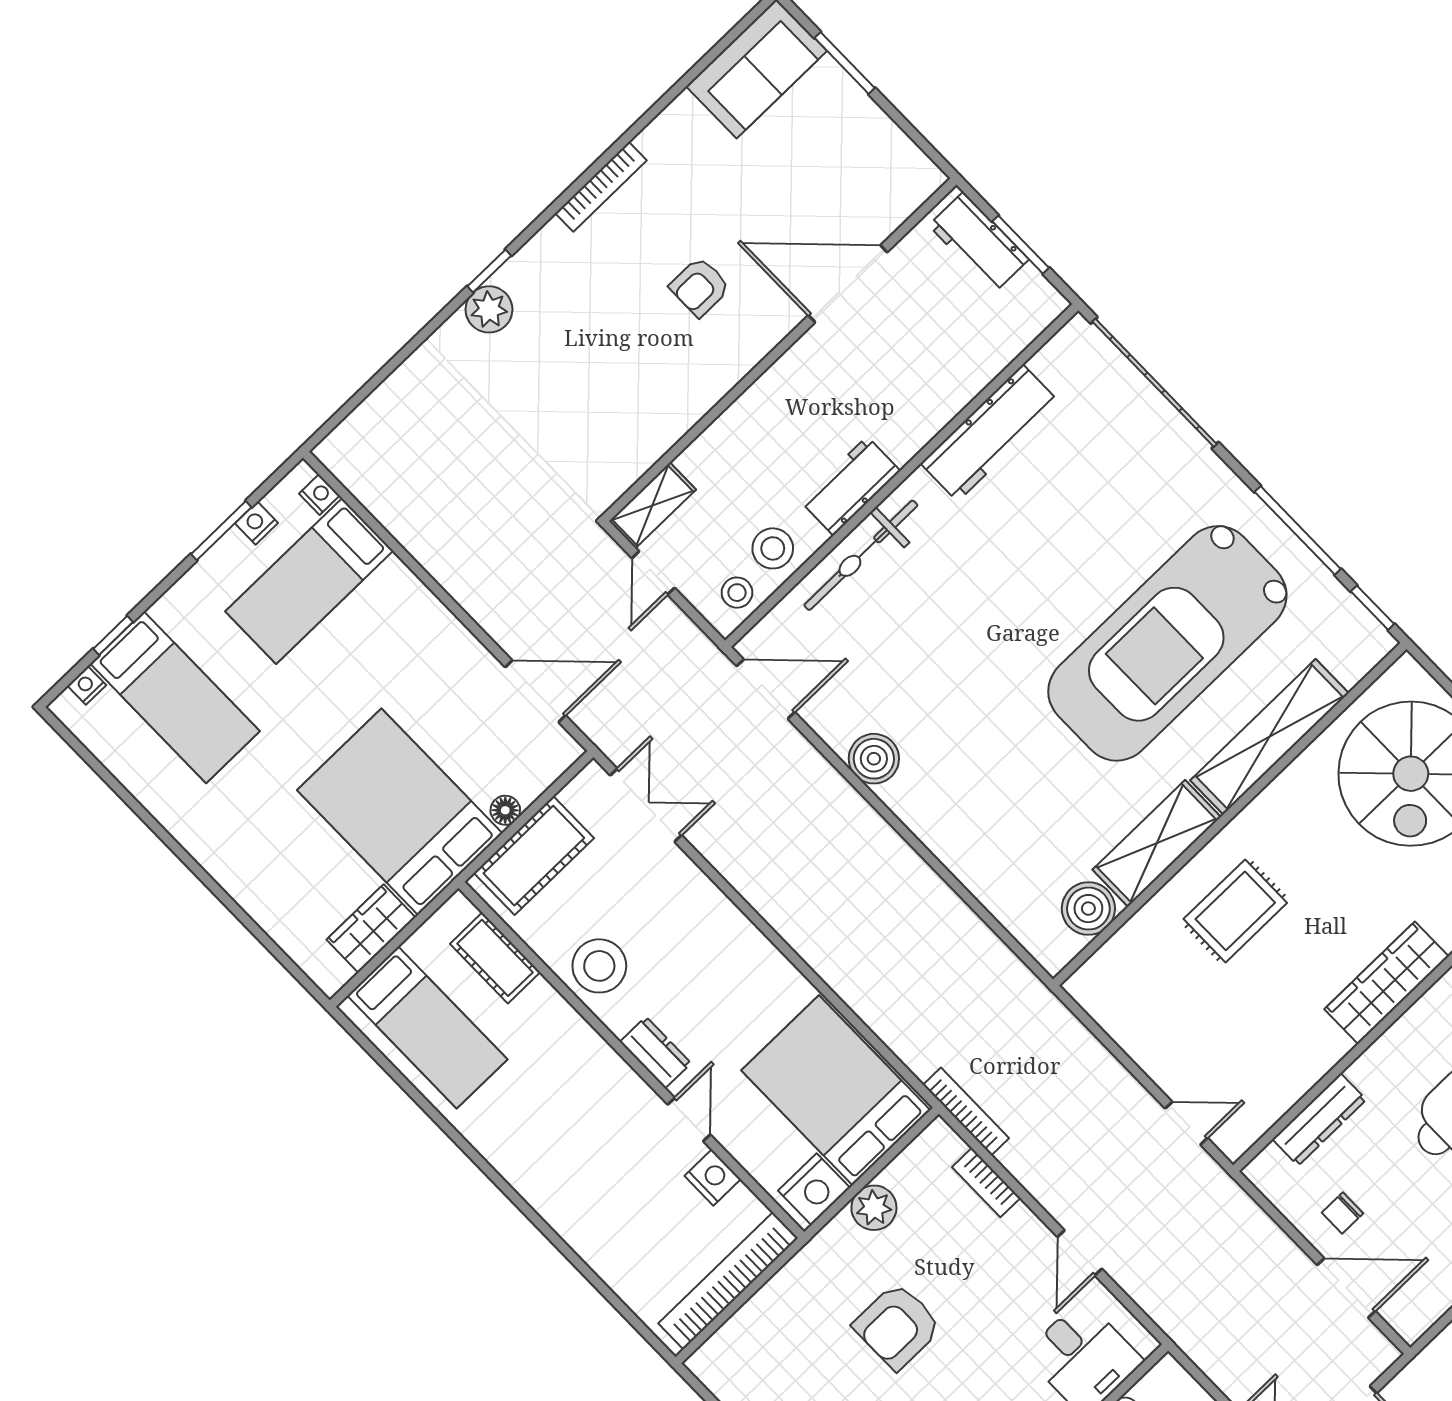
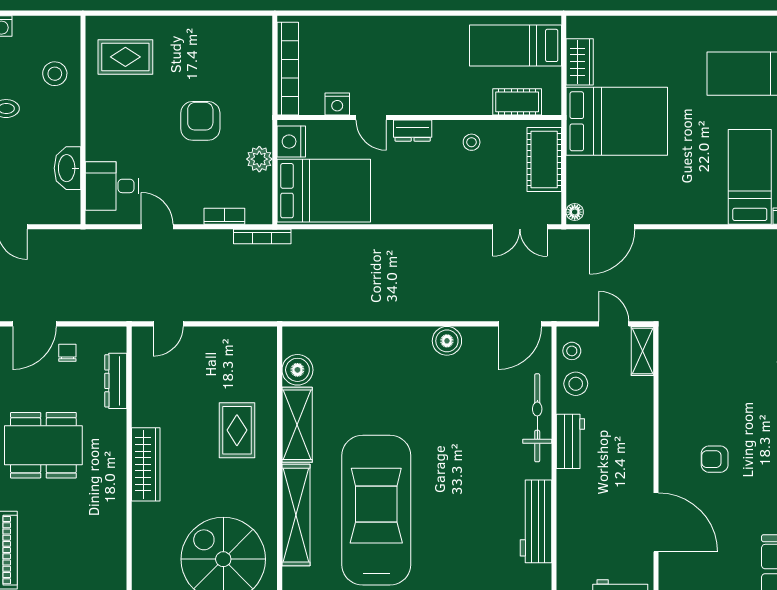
door: (848, 284) -> (656, 522), hinge flipped
armchair: (700, 287) -> (715, 459), turned -90
floor lamp: (505, 810) -> (575, 212), moved
stool: (599, 966) -> (472, 142), width x0.53, depth x0.53

